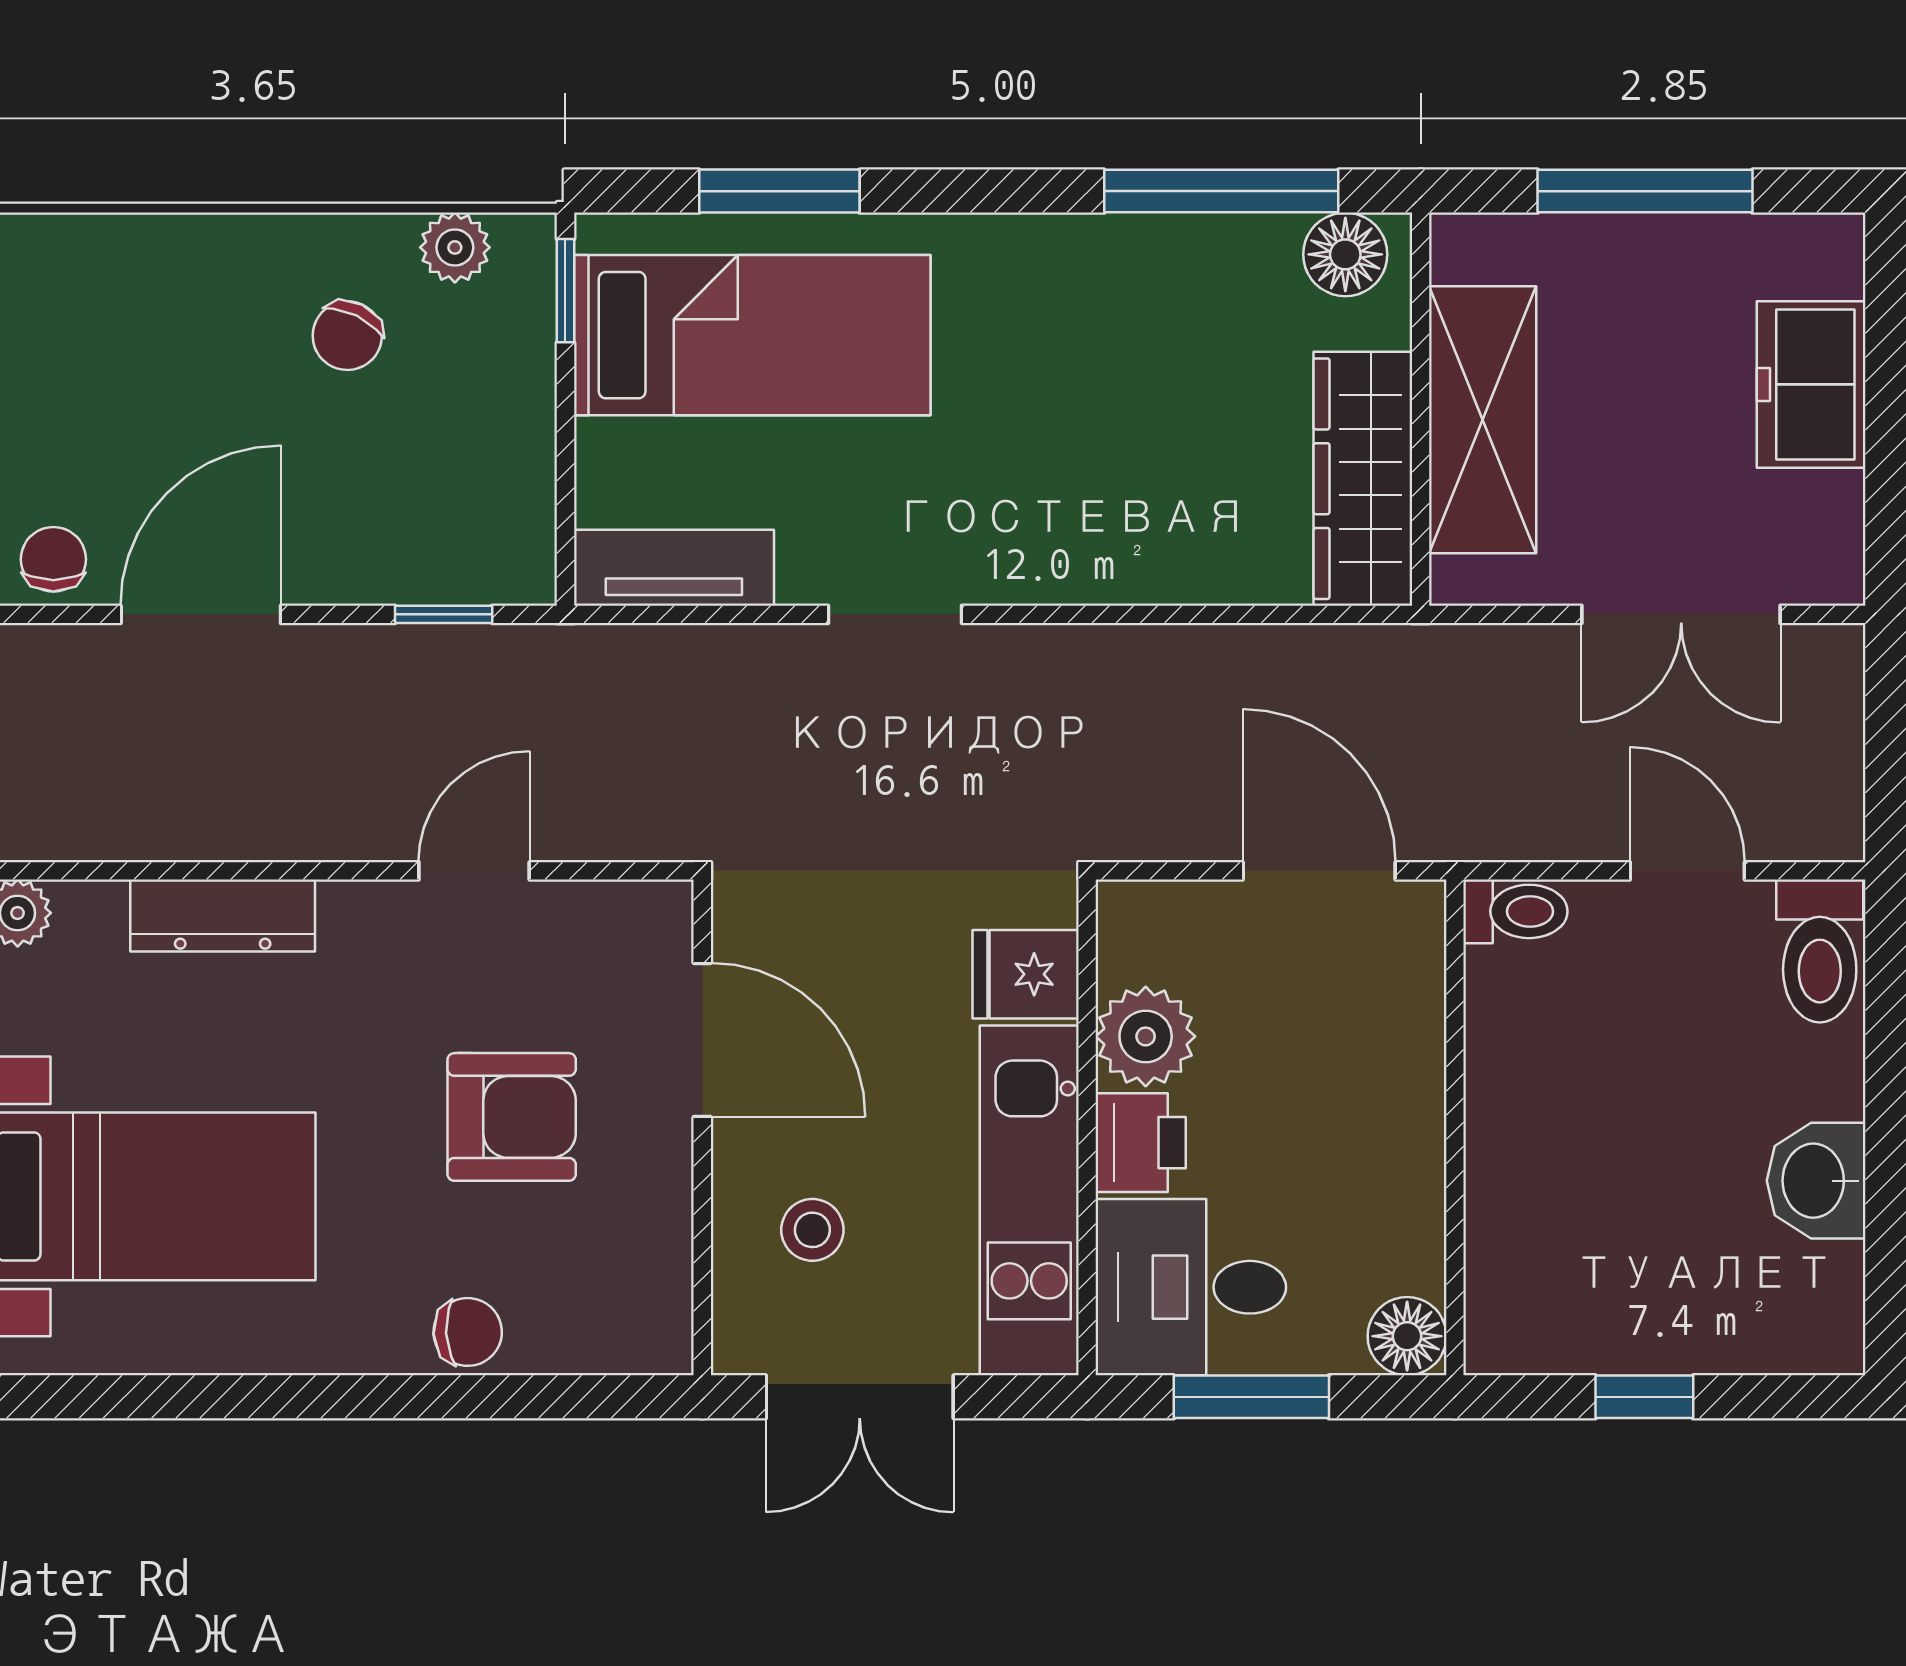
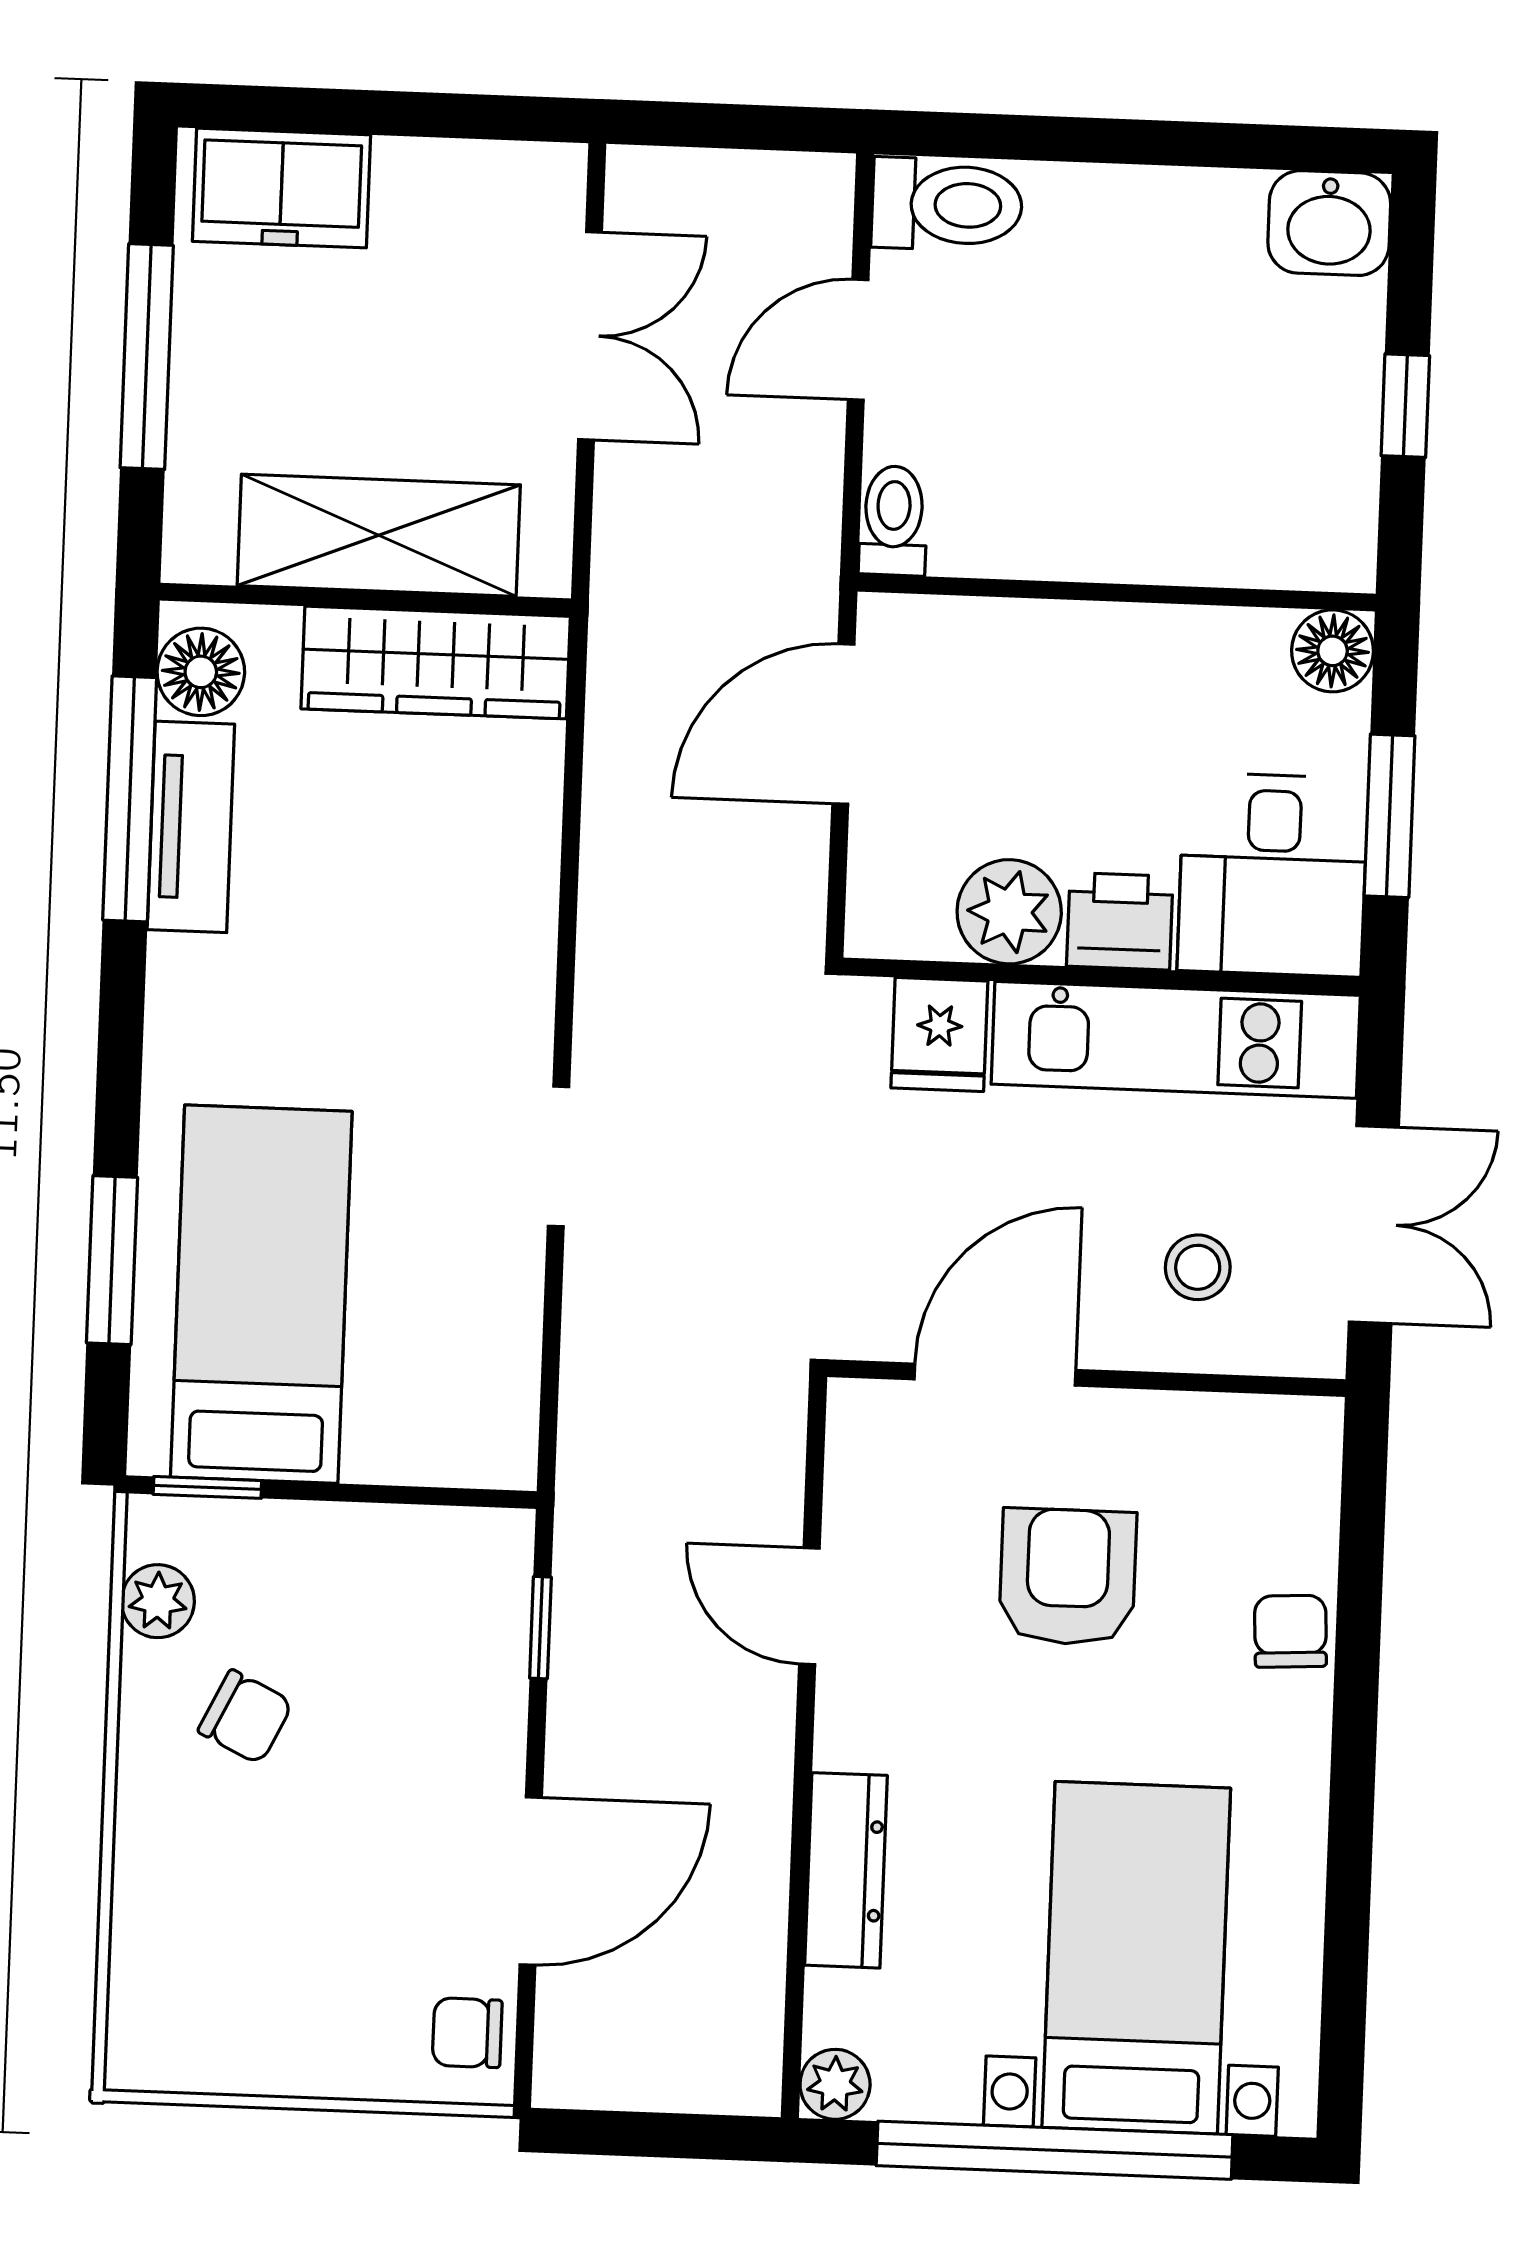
freezer: (1811, 384) -> (282, 188), moved
tv unit: (674, 568) -> (191, 827), moved, turned 180
door: (201, 614) -> (531, 1881), swing flipped
washbasin: (1816, 1181) -> (1329, 223), moved

